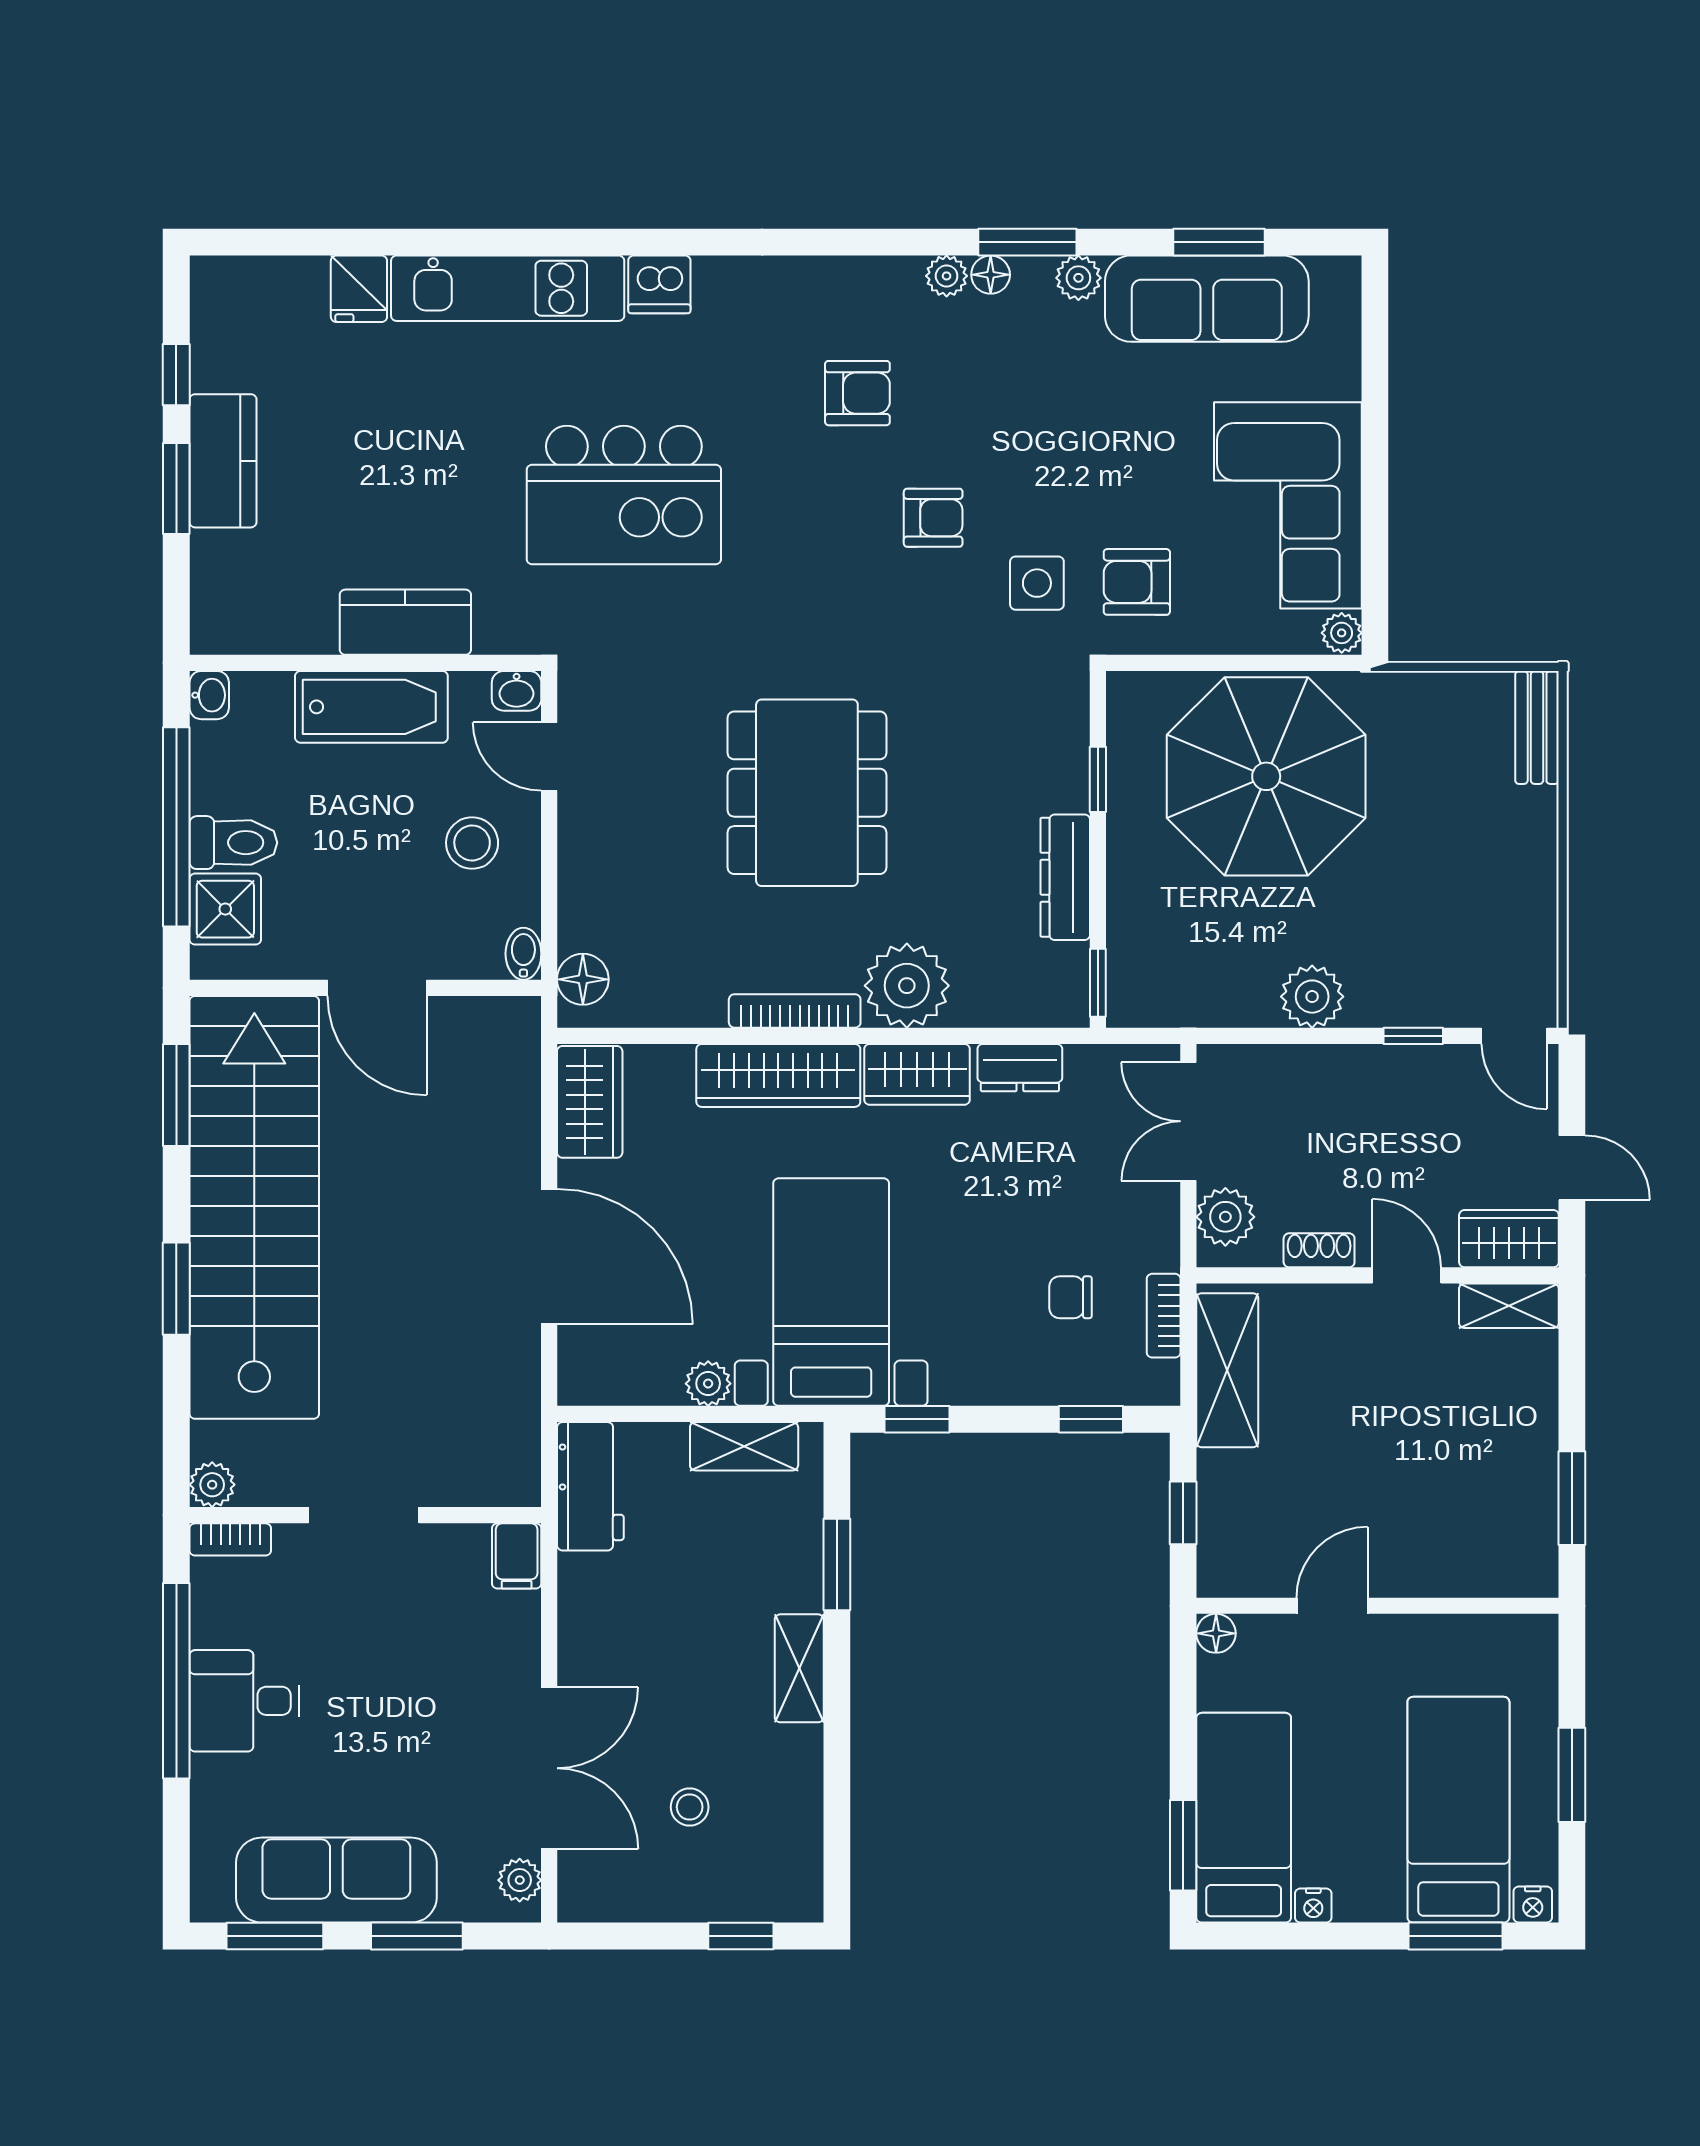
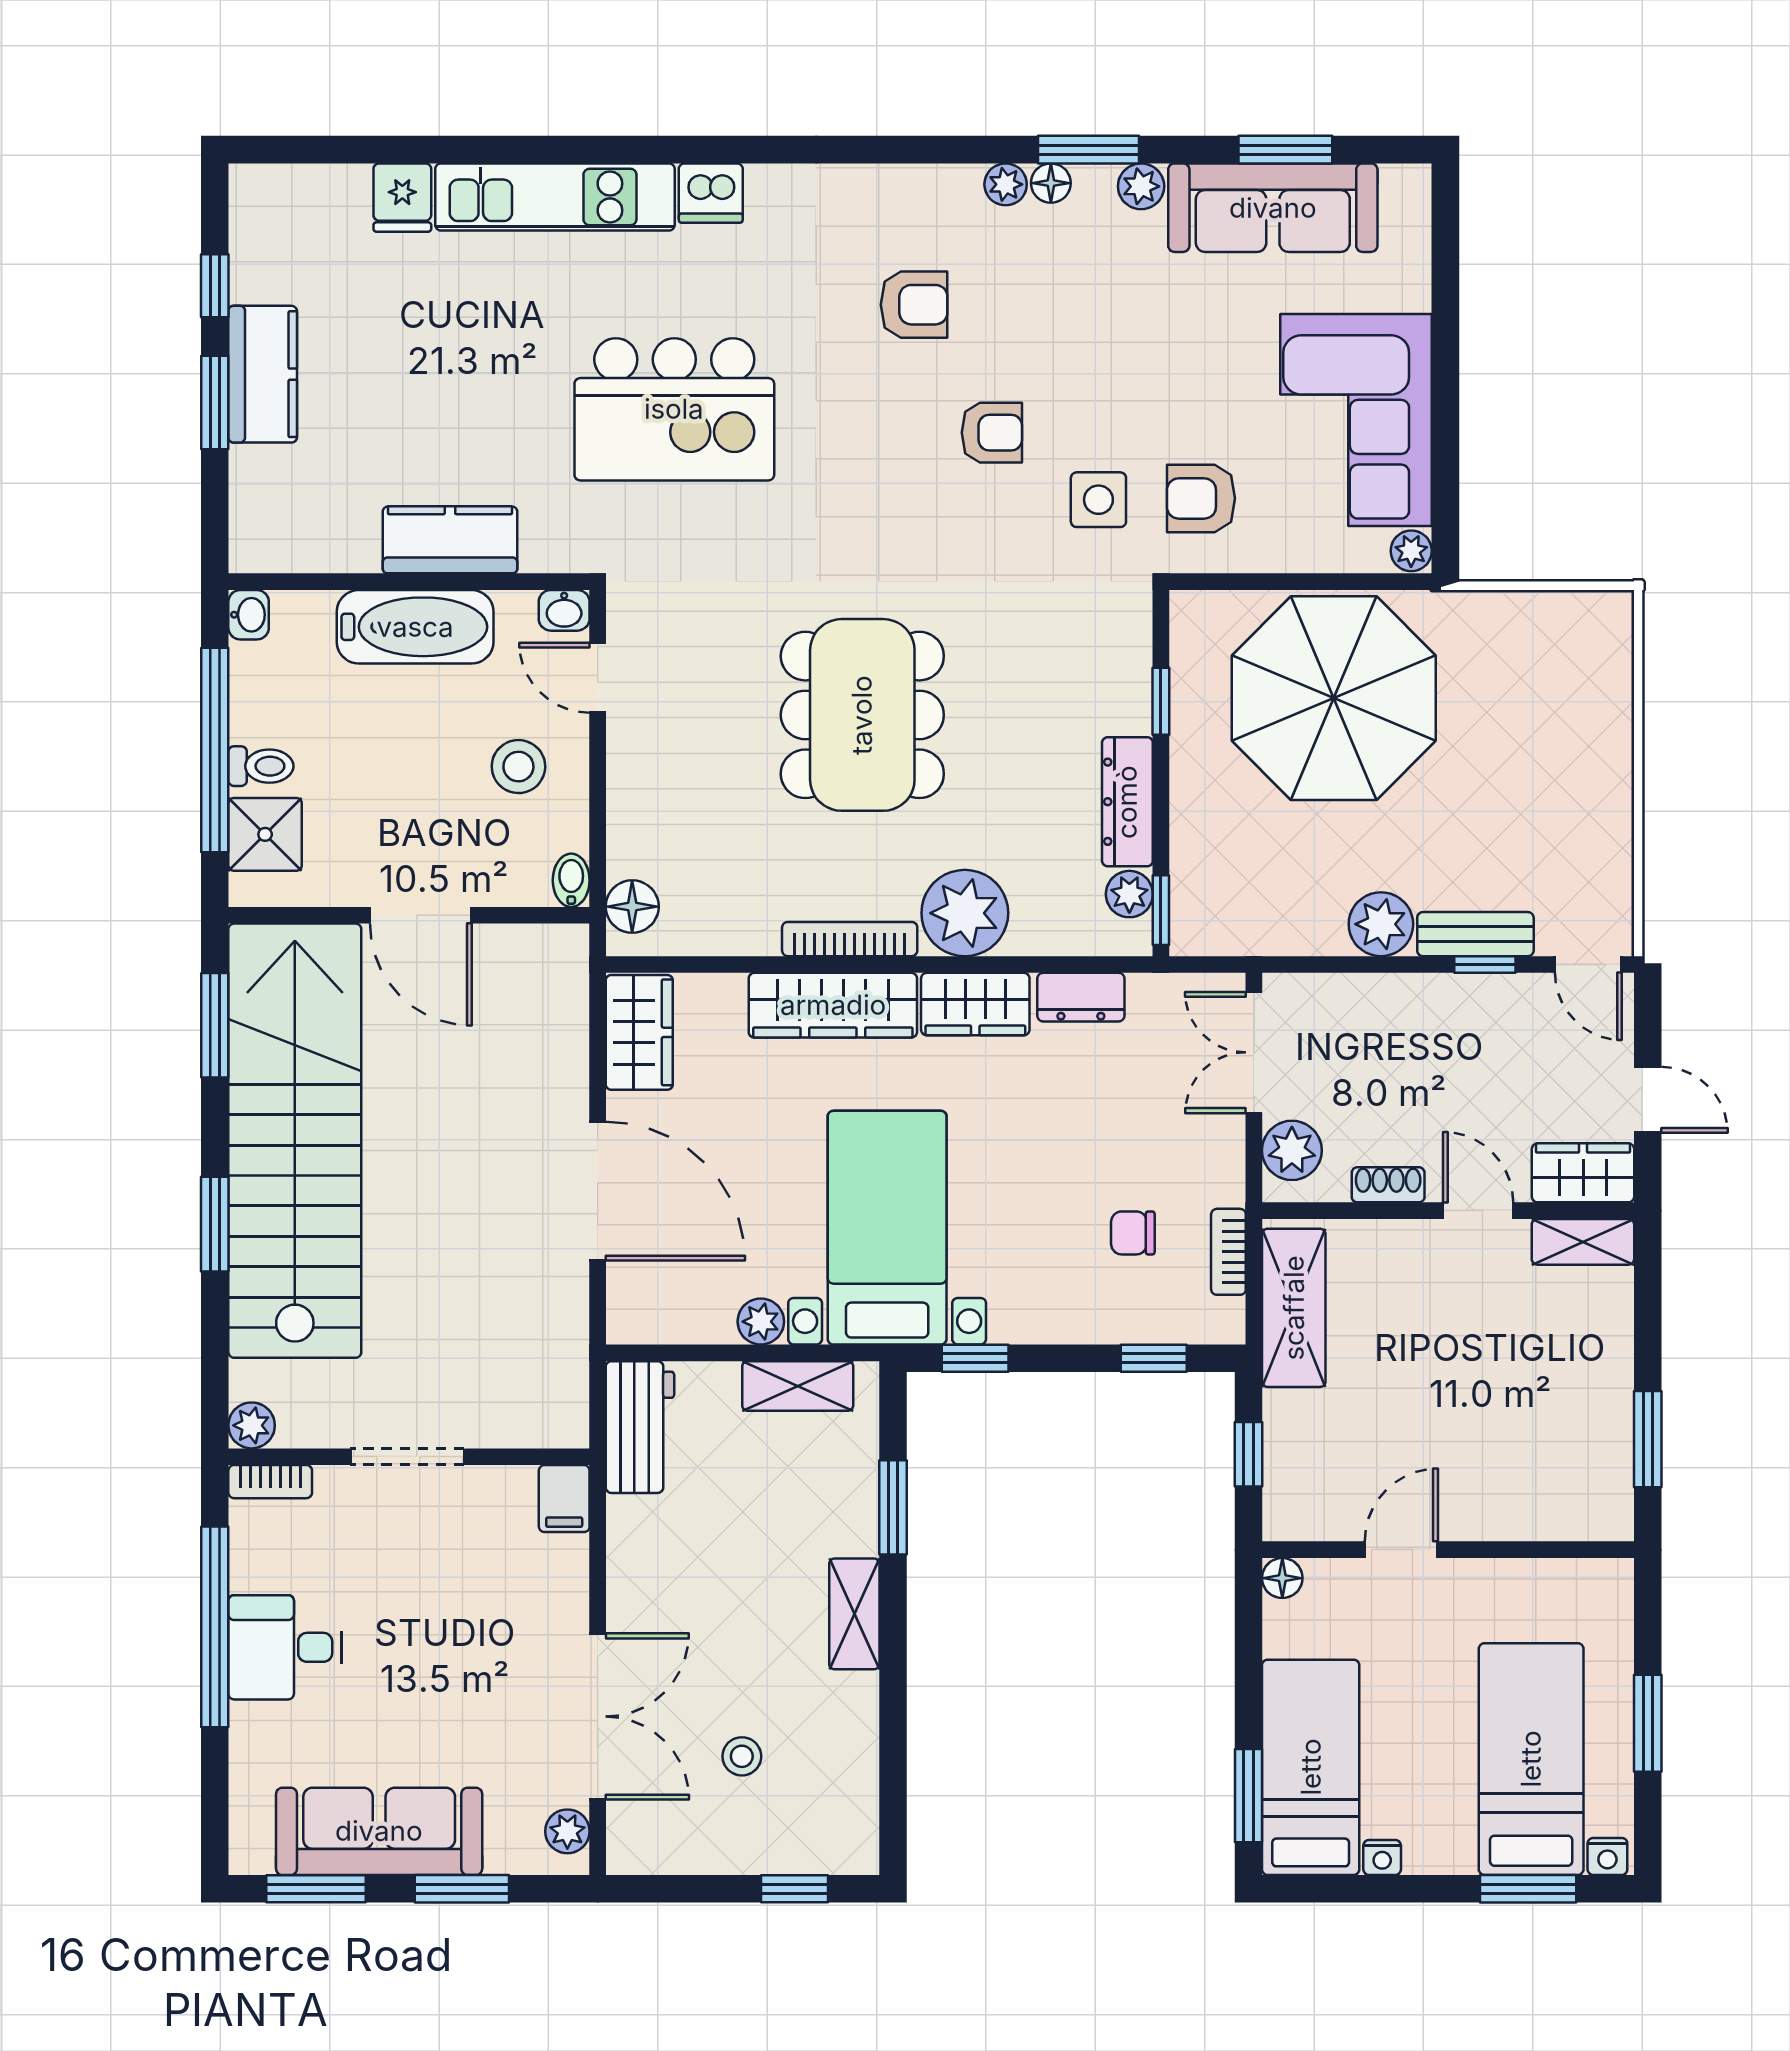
bench: (1537, 727) -> (1475, 934), moved, turned 90
toilet: (233, 843) -> (261, 766), width x0.73, depth x0.72
plant: (1067, 967) -> (1129, 894), added

